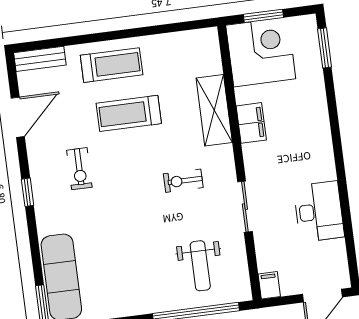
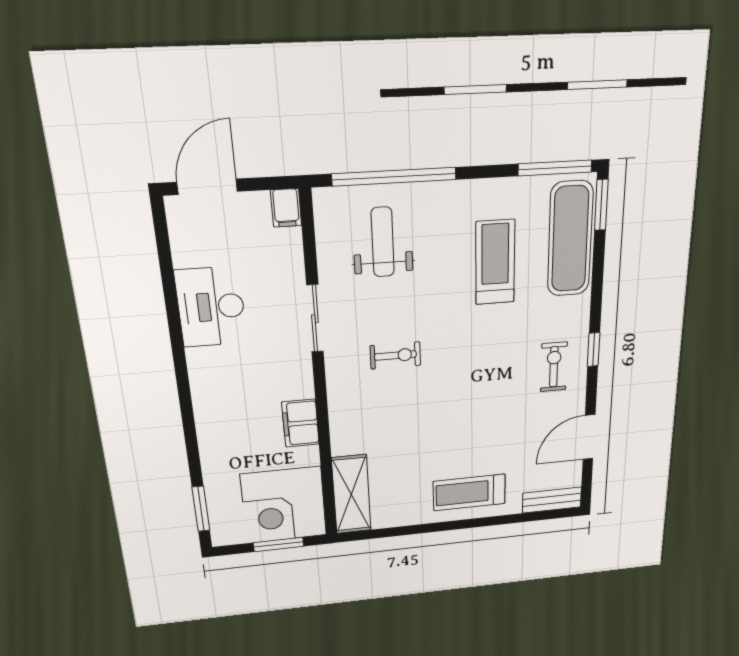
shelving: (214, 110) -> (351, 494), moved
treadmill: (129, 113) -> (495, 262), moved, turned -90
exercise bike: (79, 169) -> (554, 367), moved

